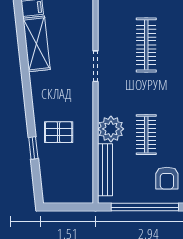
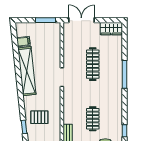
shelving: (37, 44) -> (27, 71), width x1.47
plant: (111, 129) -> (71, 115), removed

